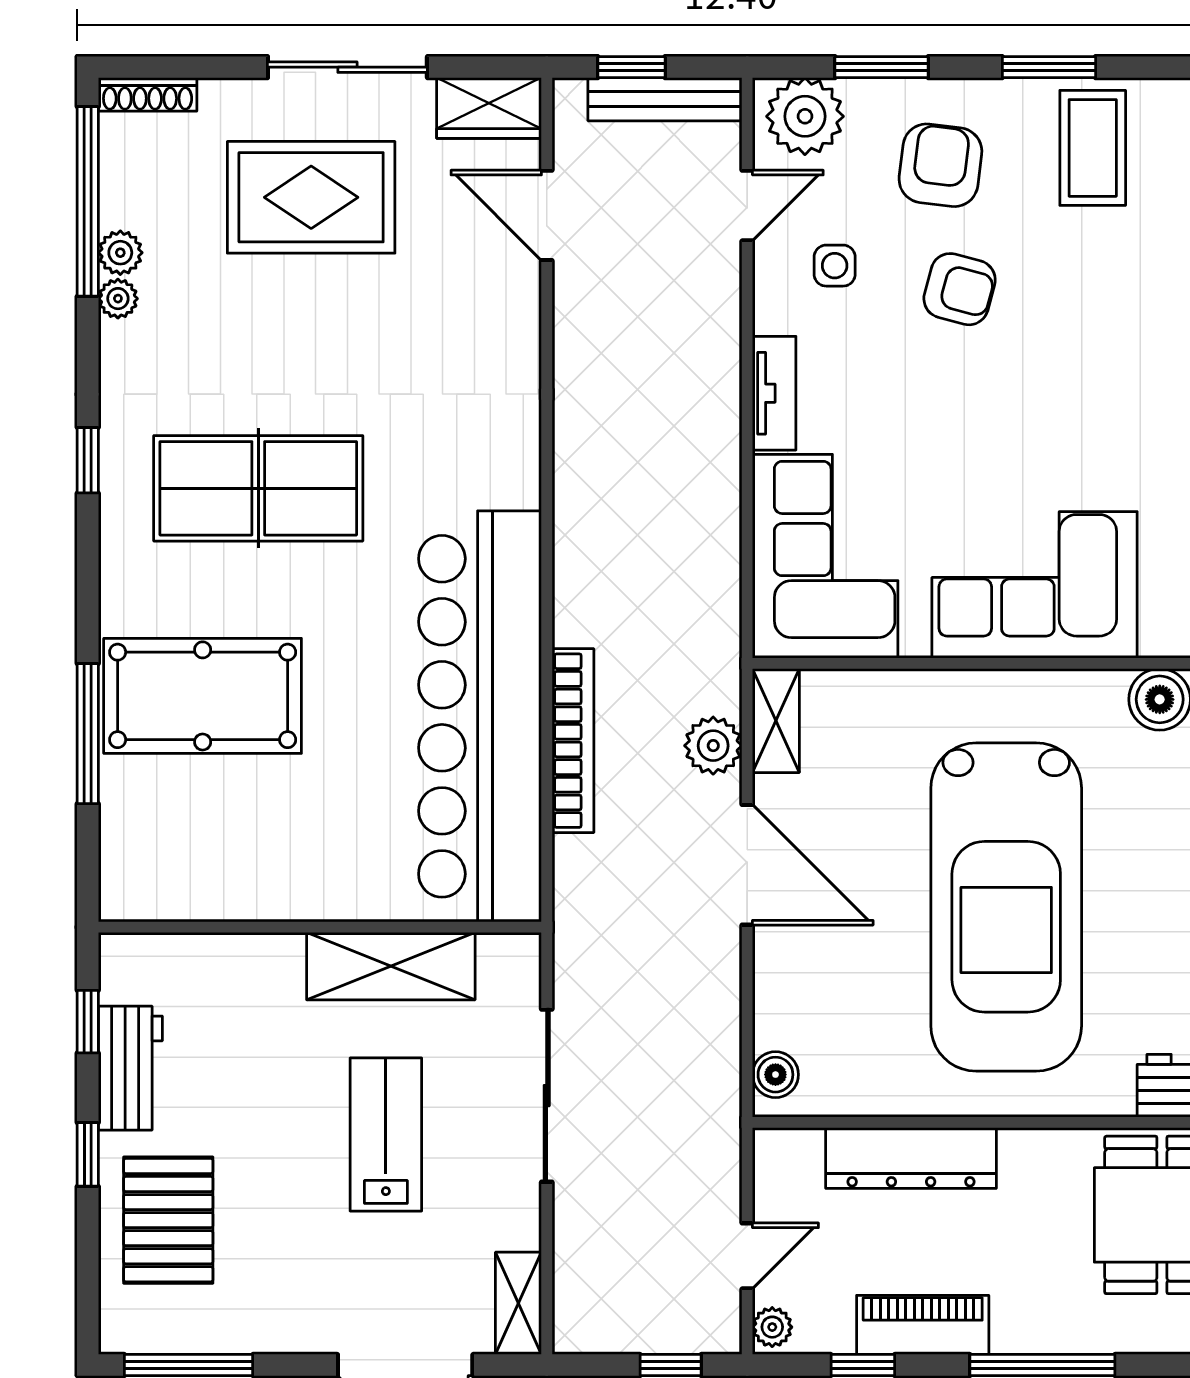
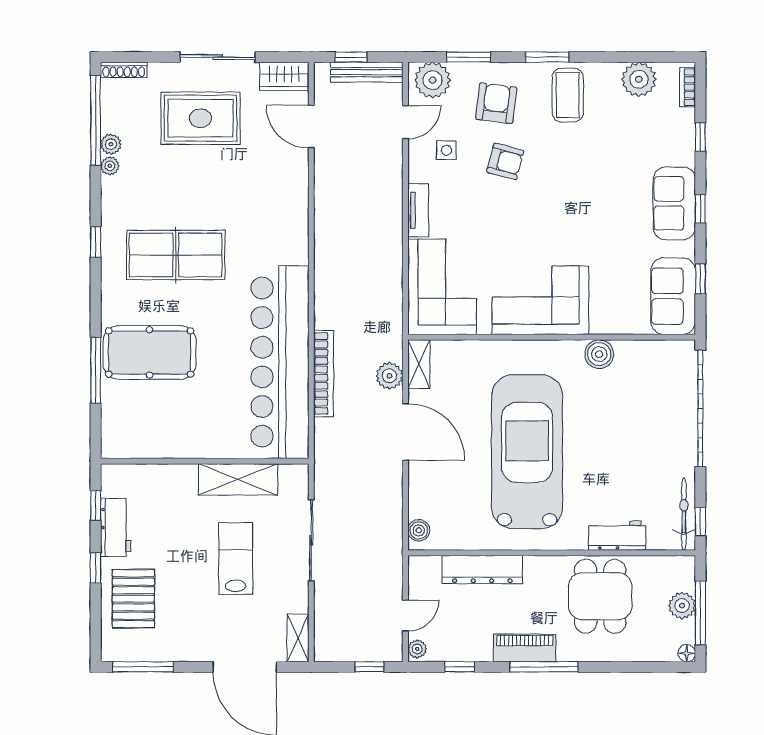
car: (1006, 907) -> (527, 452), turned 180
piano: (923, 1325) -> (525, 648), moved

